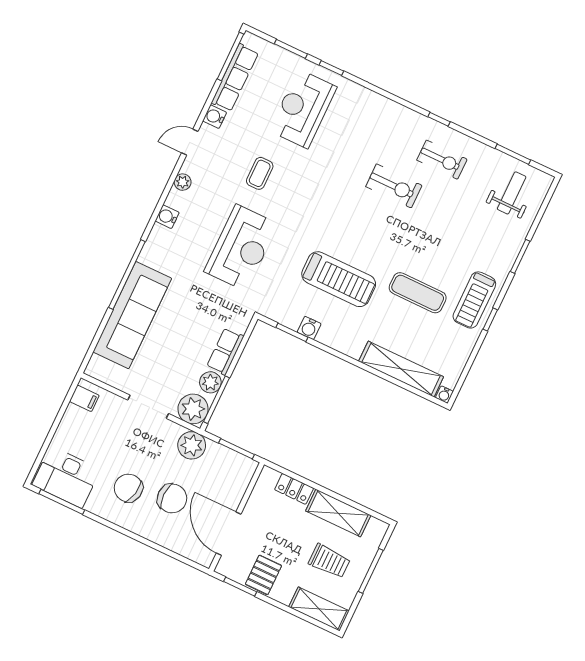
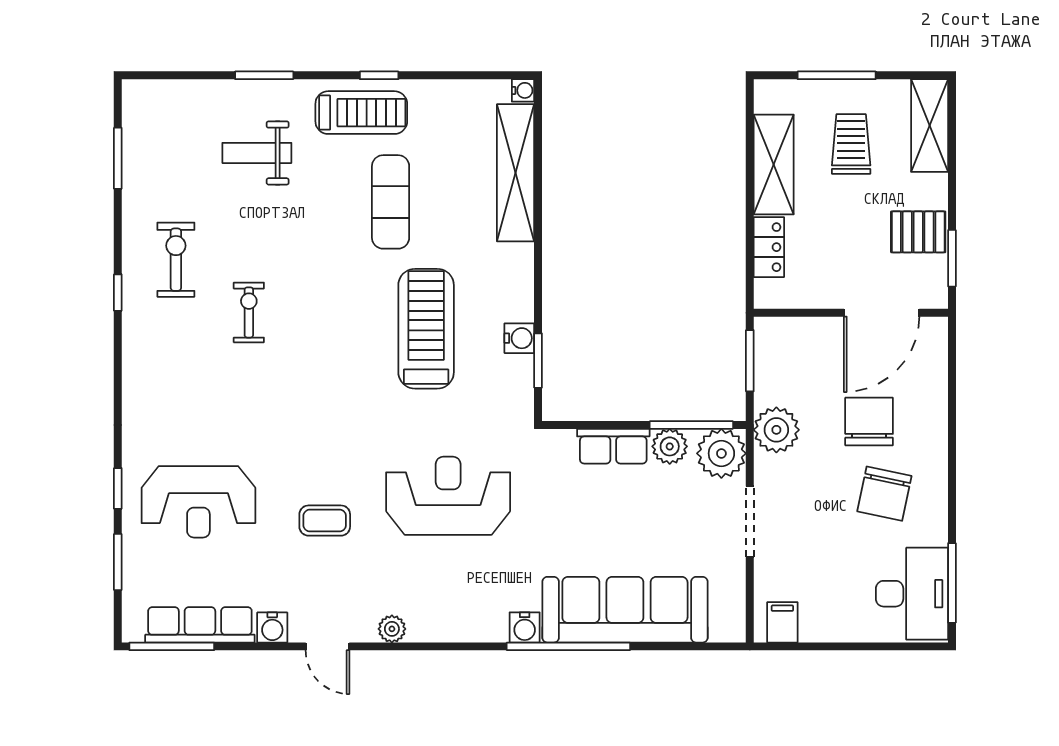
exercise bike: (394, 186) -> (249, 312), width x0.73, depth x0.72
weight bench: (512, 193) -> (257, 153), moved
water cooler: (167, 217) -> (525, 627), moved

